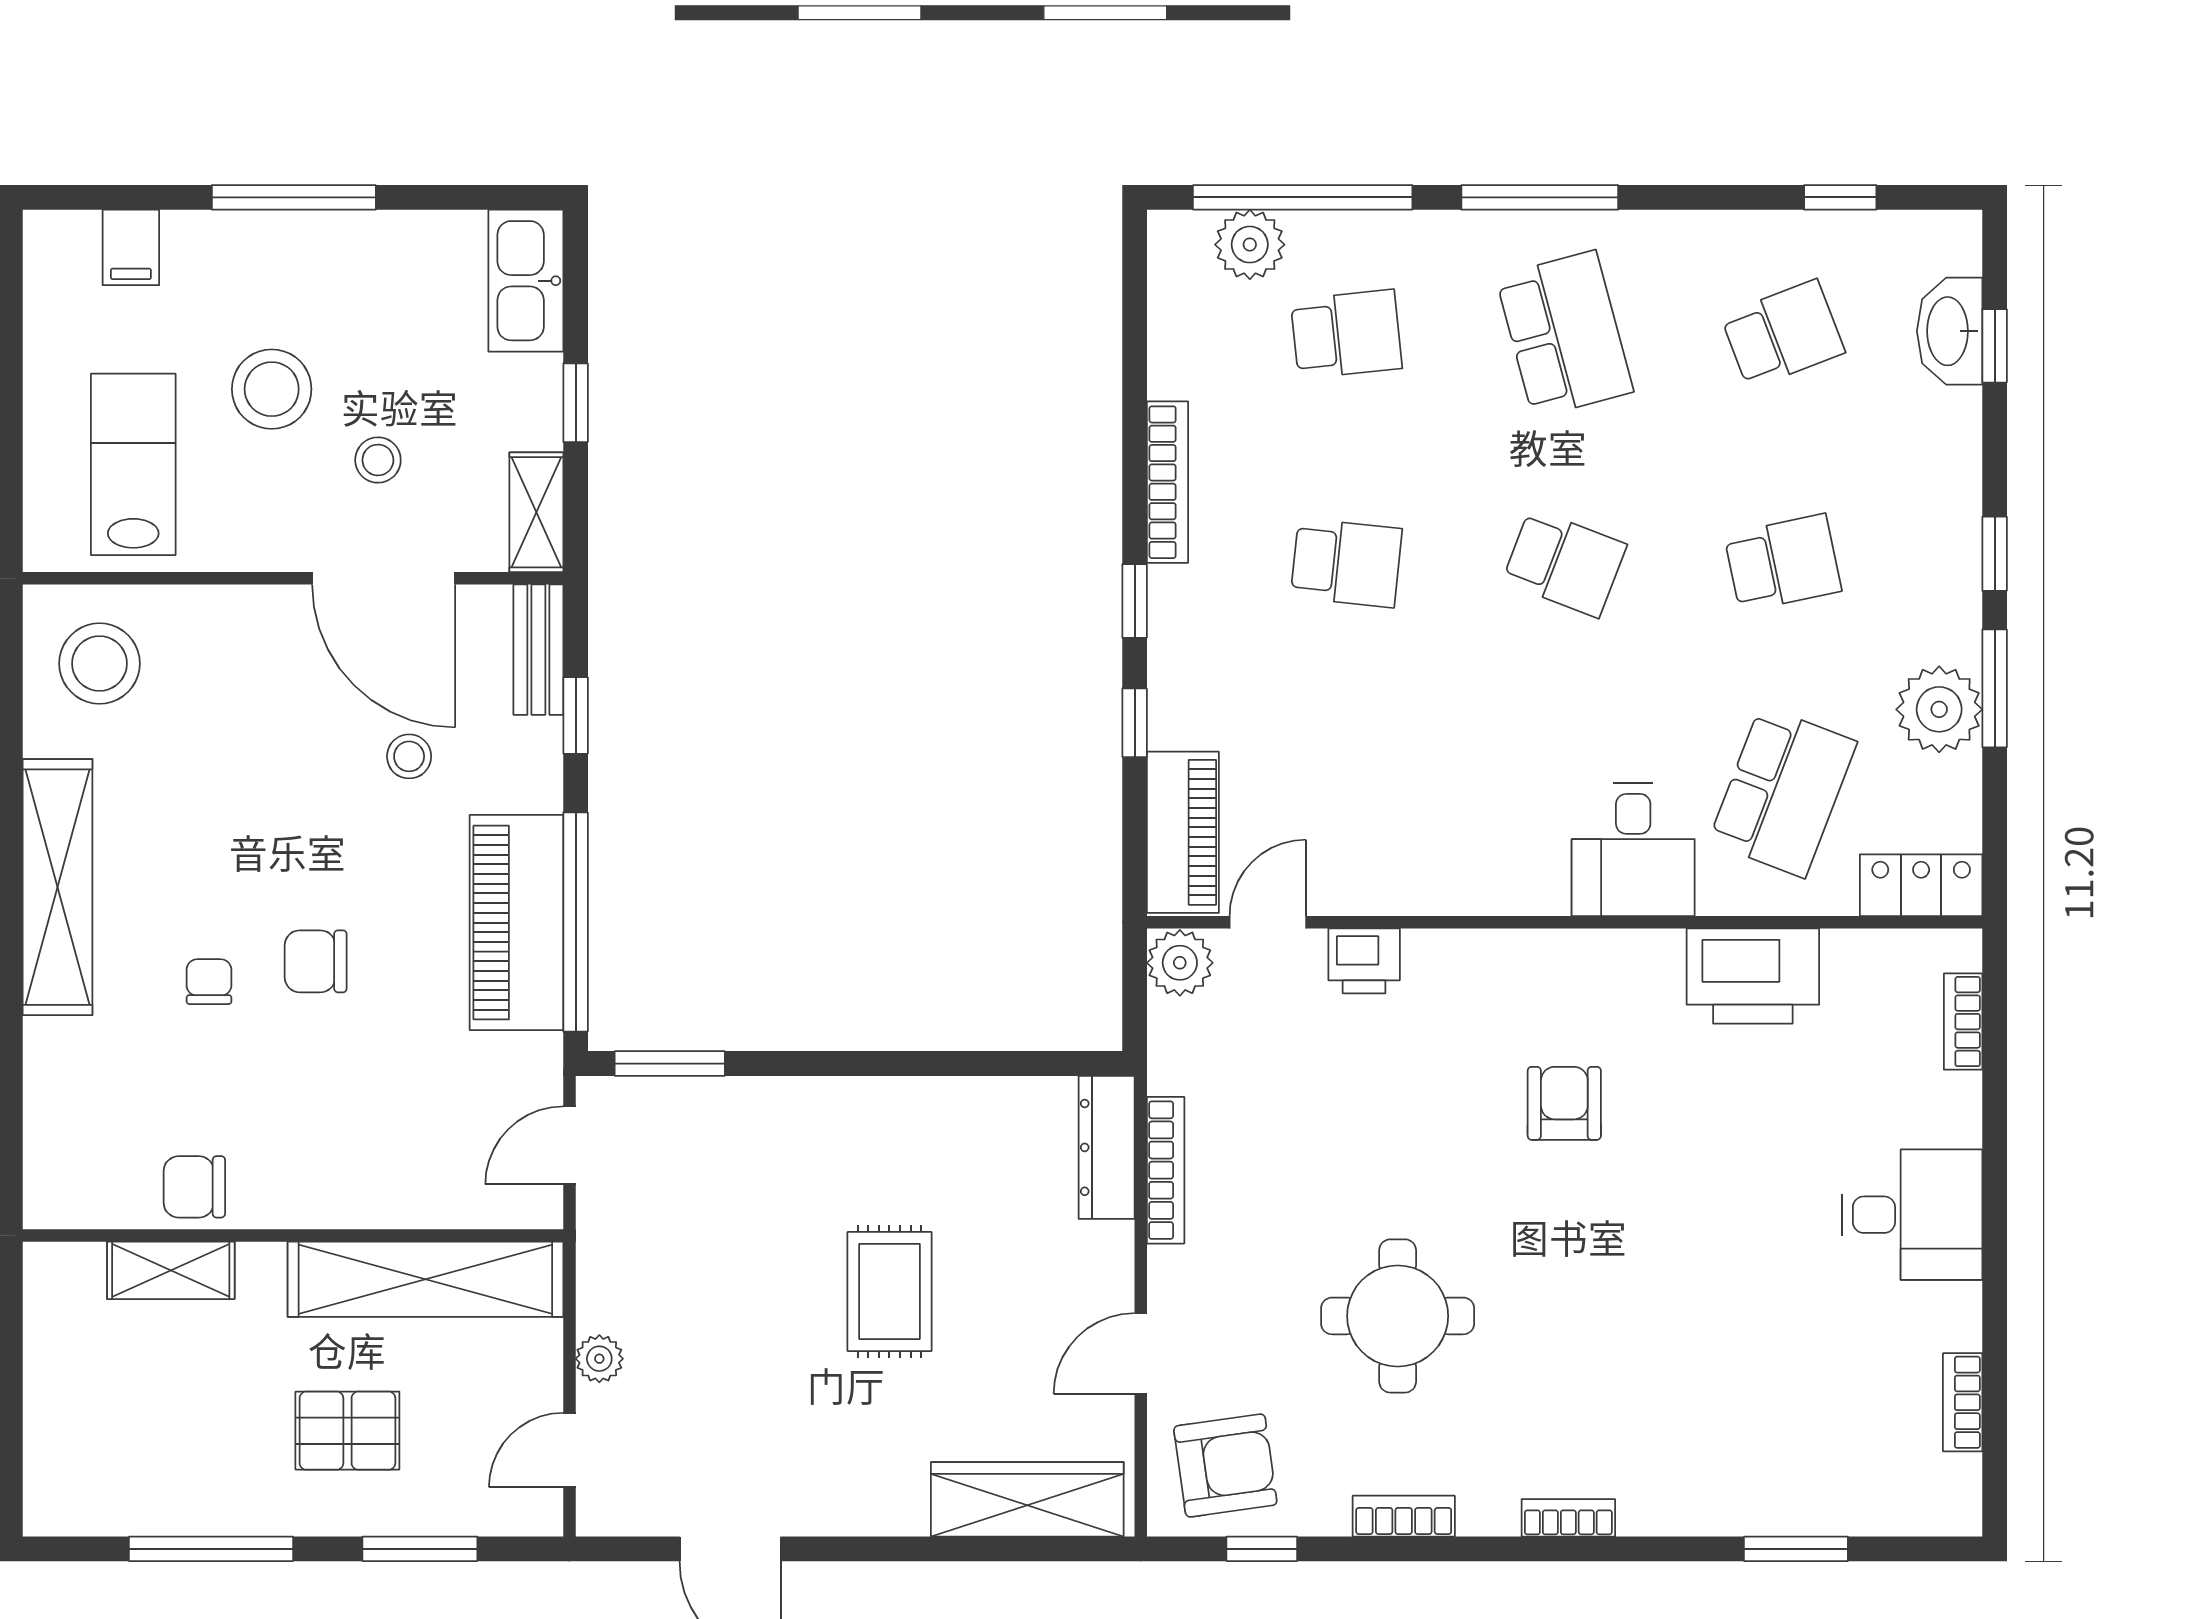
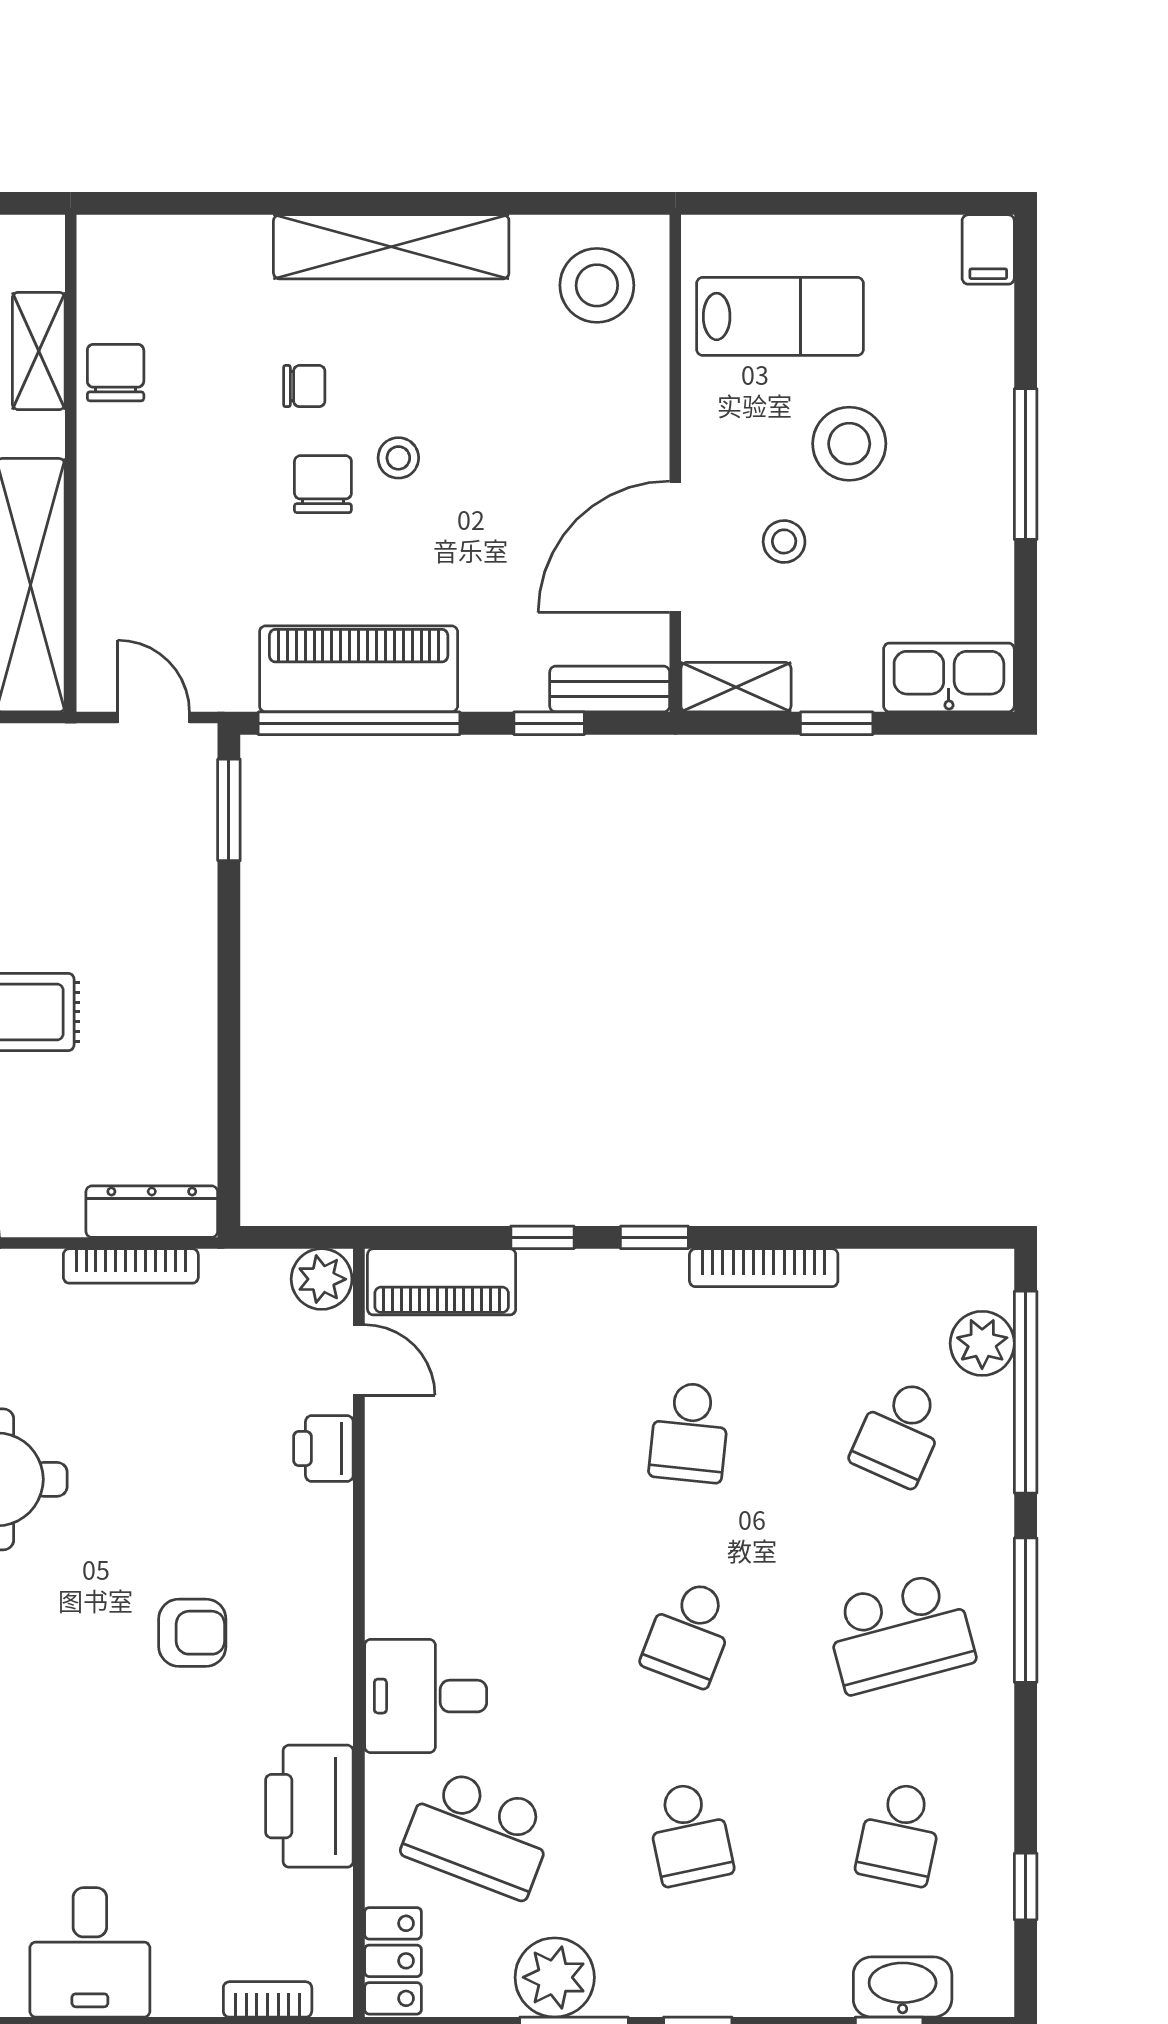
filing cabinet: (131, 247) -> (988, 249), moved, turned -90
school desk: (1346, 334) -> (900, 1432), turned 30
school desk: (1783, 334) -> (900, 1834), turned 33
stool: (409, 756) -> (398, 458), moved

